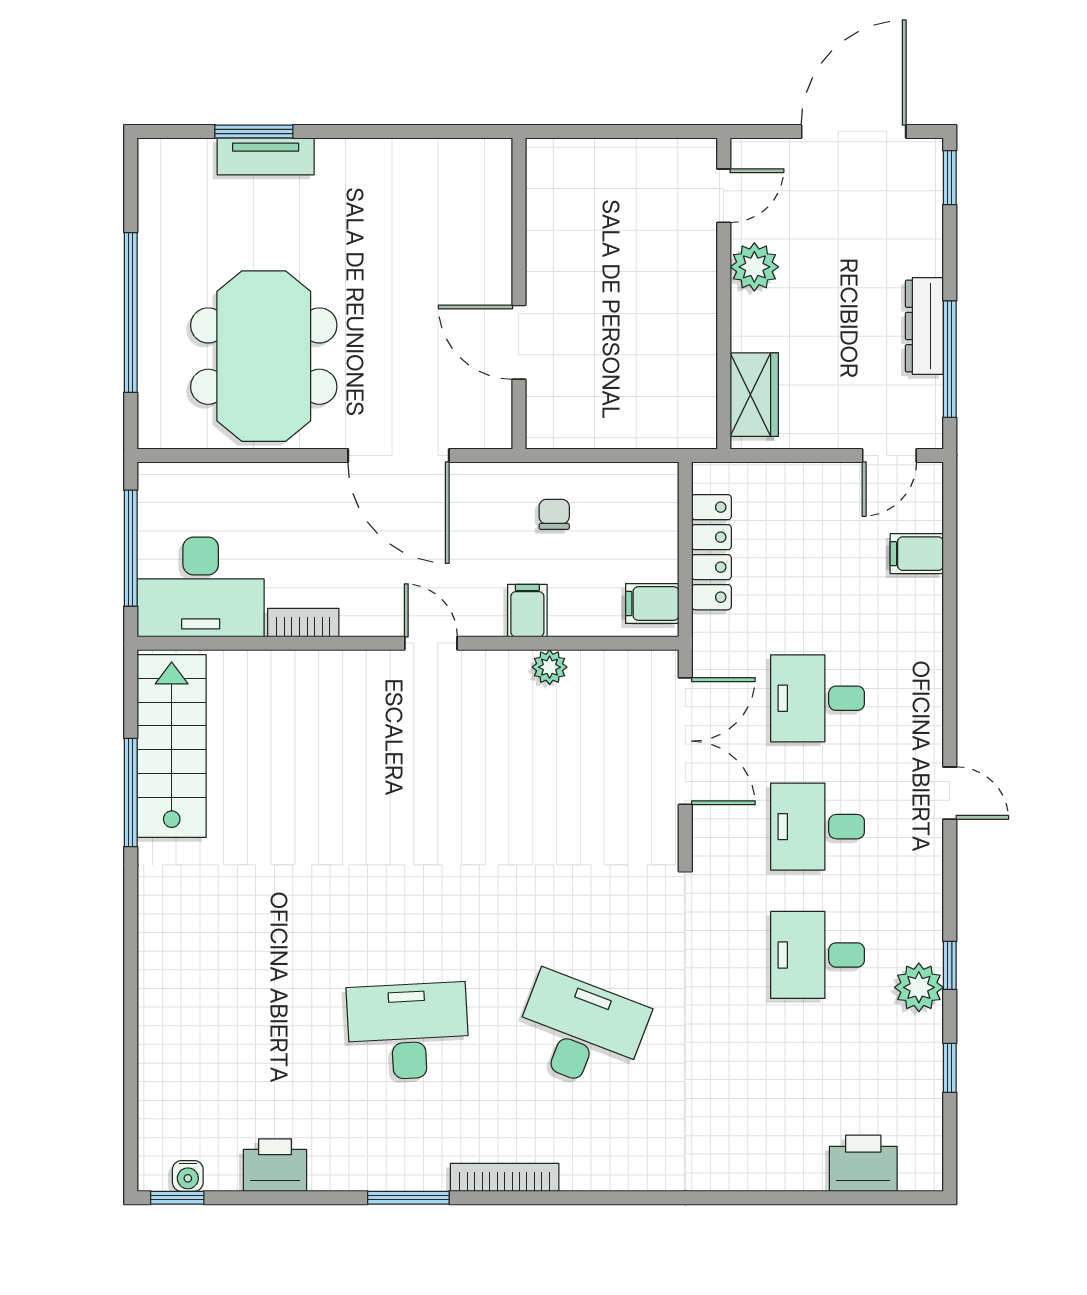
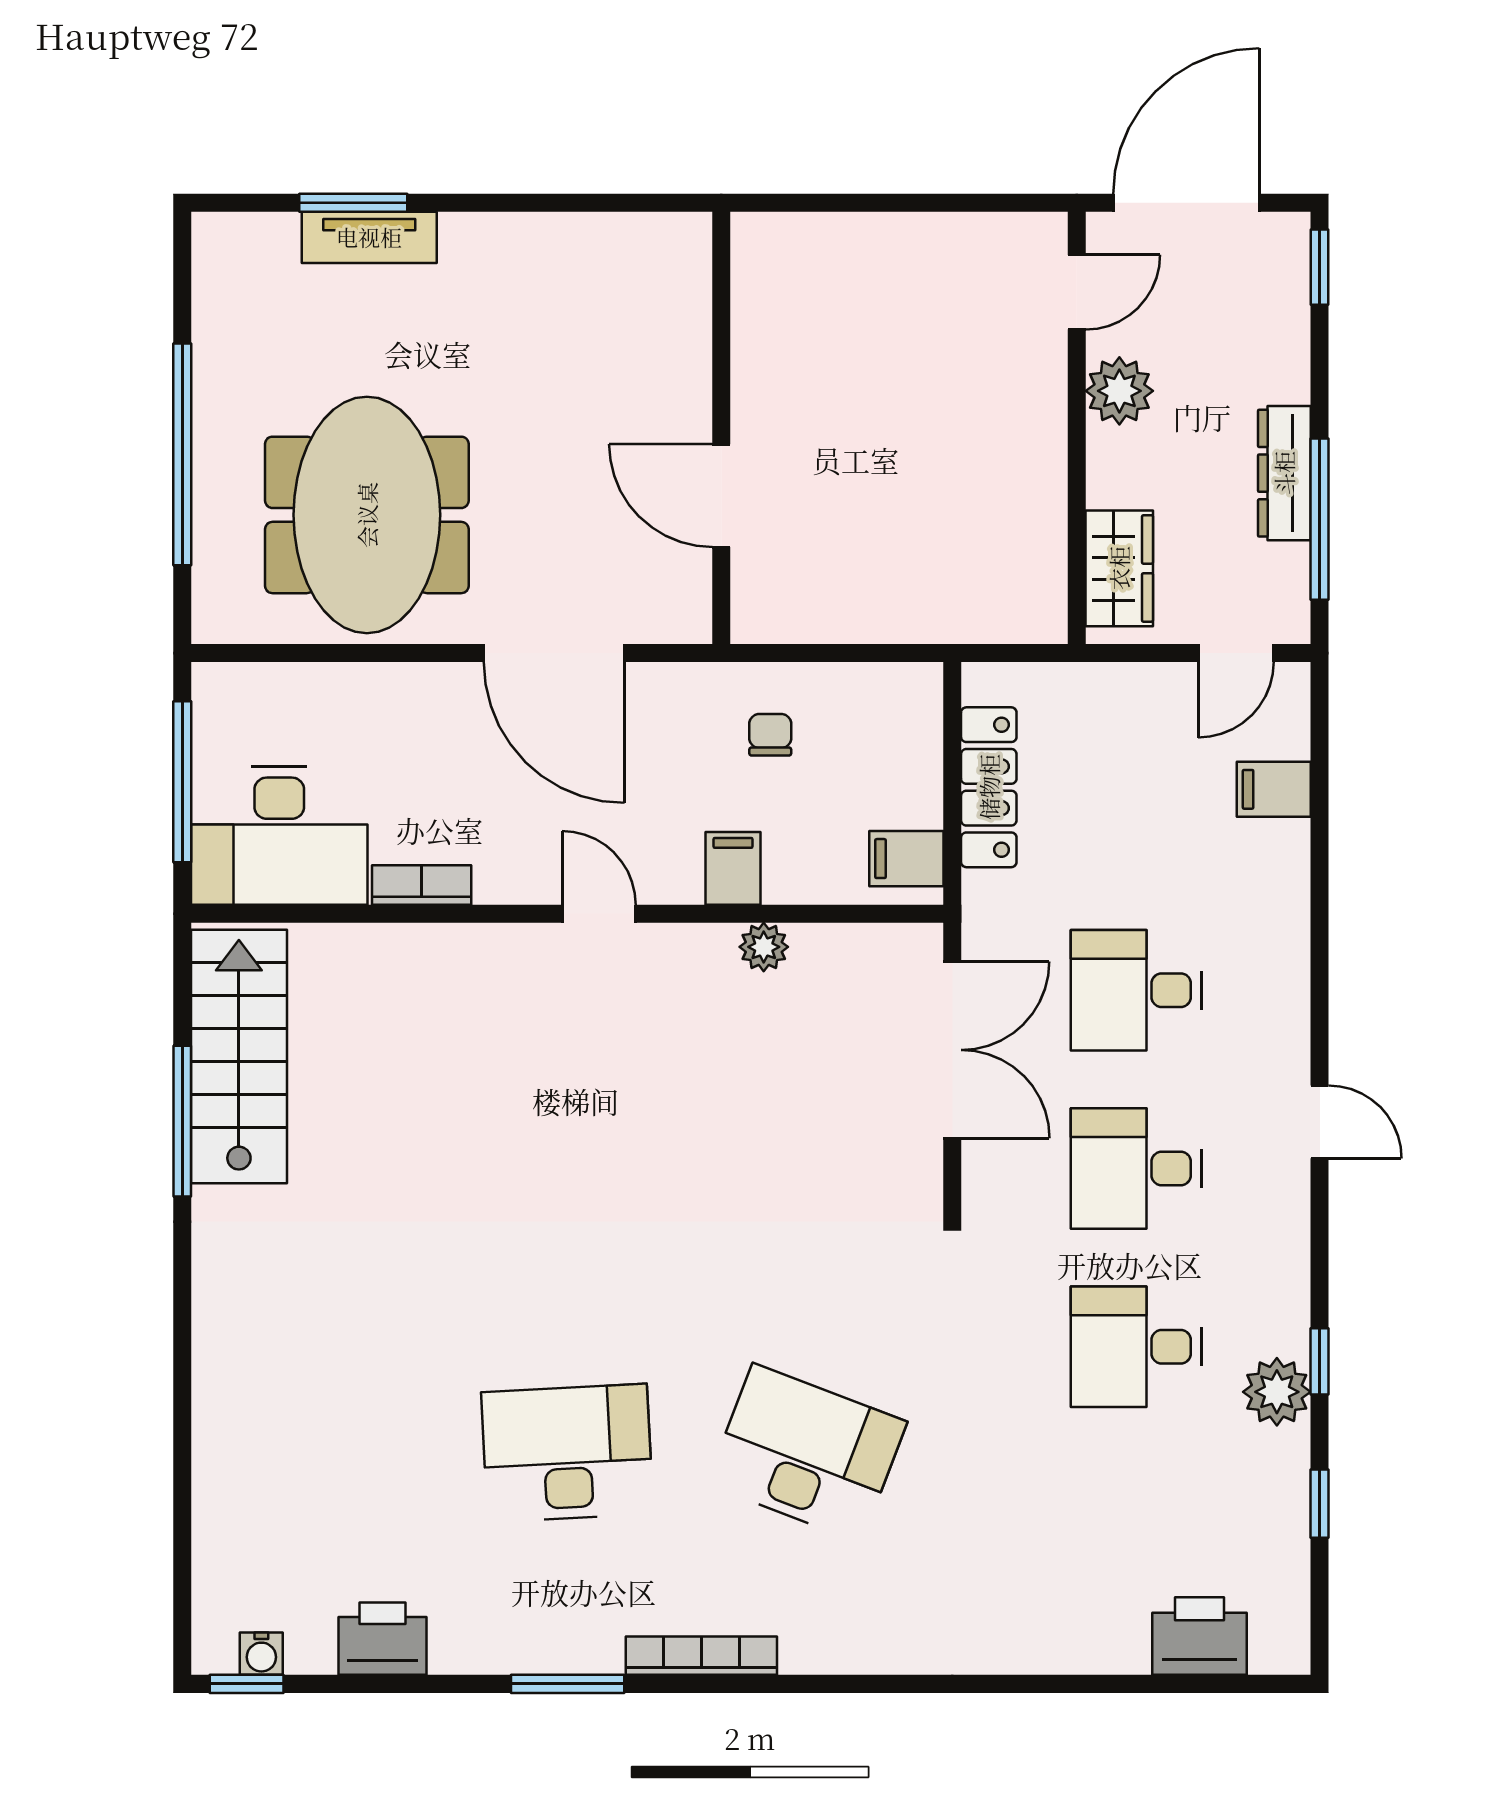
door: (724, 196) -> (1077, 292), moved
plant: (754, 267) -> (1119, 391), moved
wall: (724, 293) -> (1077, 428), moved
wardrobe: (754, 395) -> (1119, 568), moved

